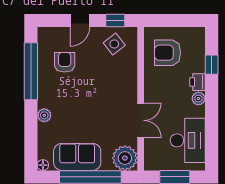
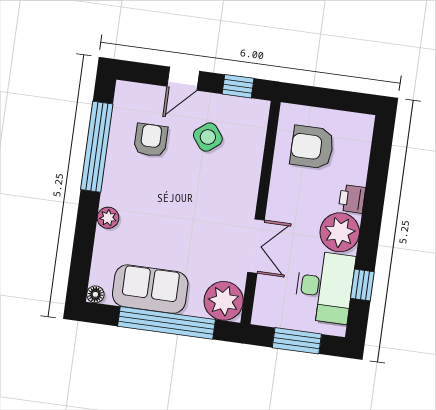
side table: (114, 44) -> (208, 137), moved
window: (212, 65) -> (362, 285), moved
plant: (198, 98) -> (340, 232), width x1.87, depth x1.87

